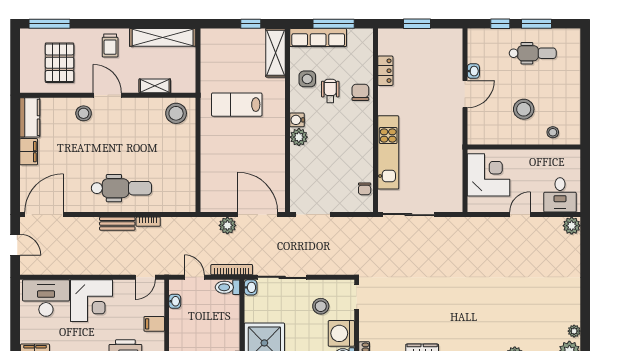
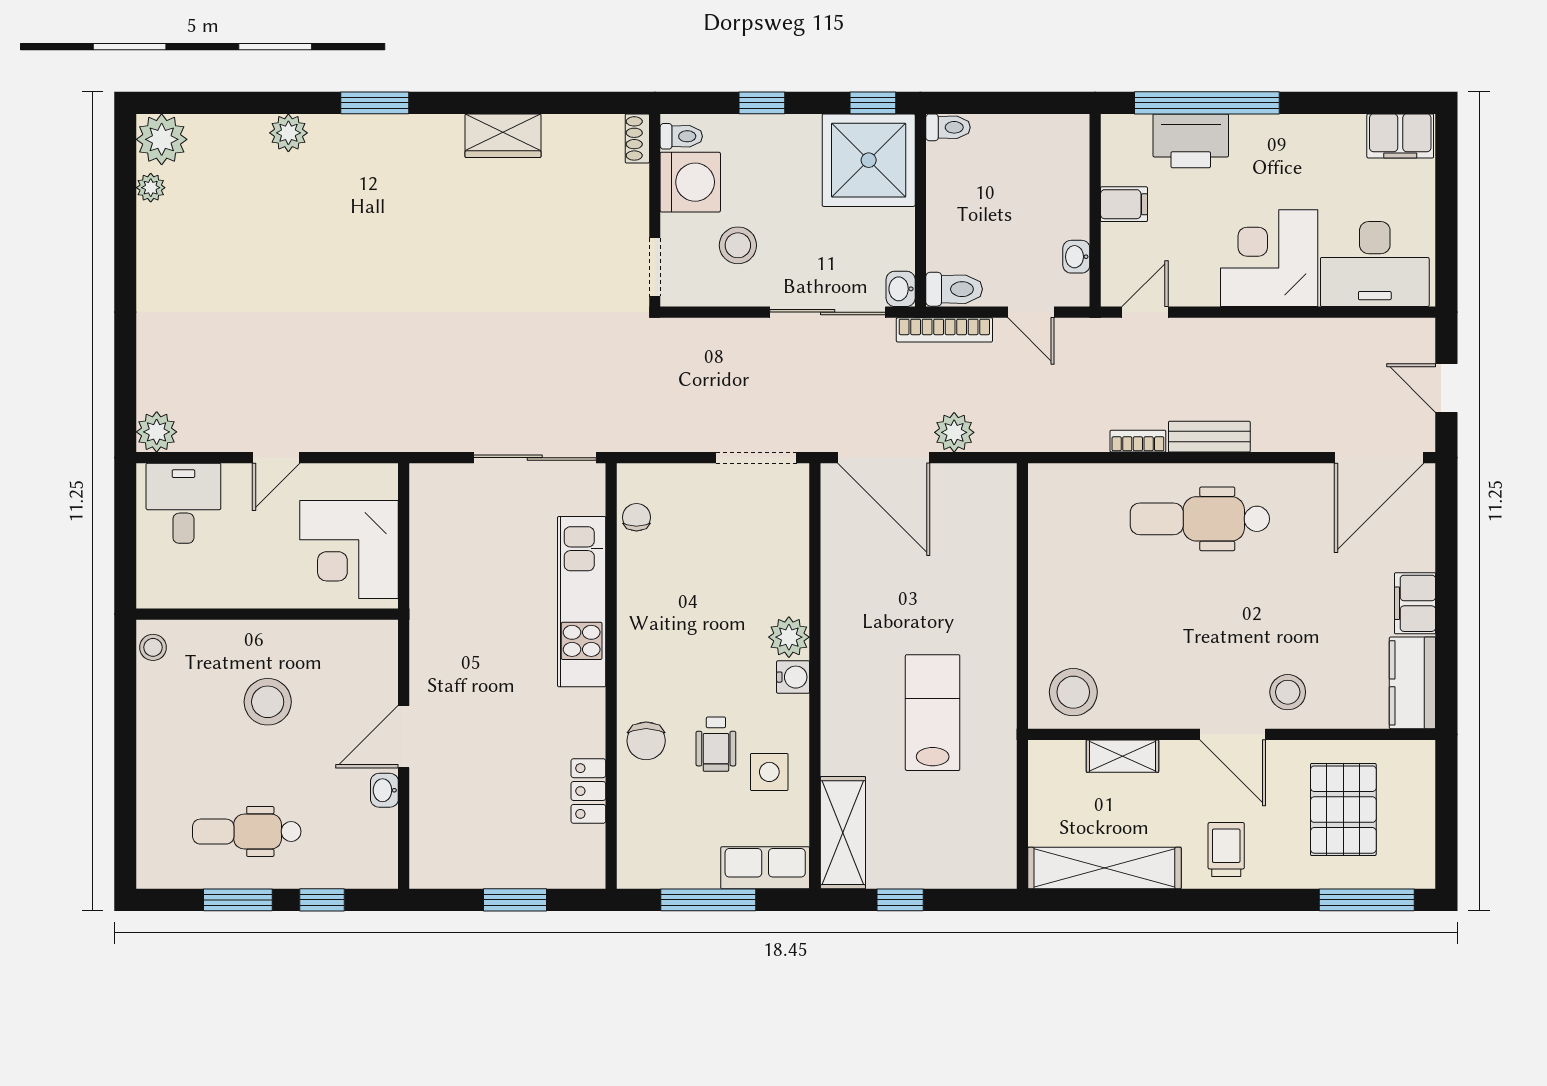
row of seats: (318, 38) -> (765, 868), width x0.68
lab bench: (237, 105) -> (933, 713), turned -90
stool: (553, 132) -> (153, 647), moved

